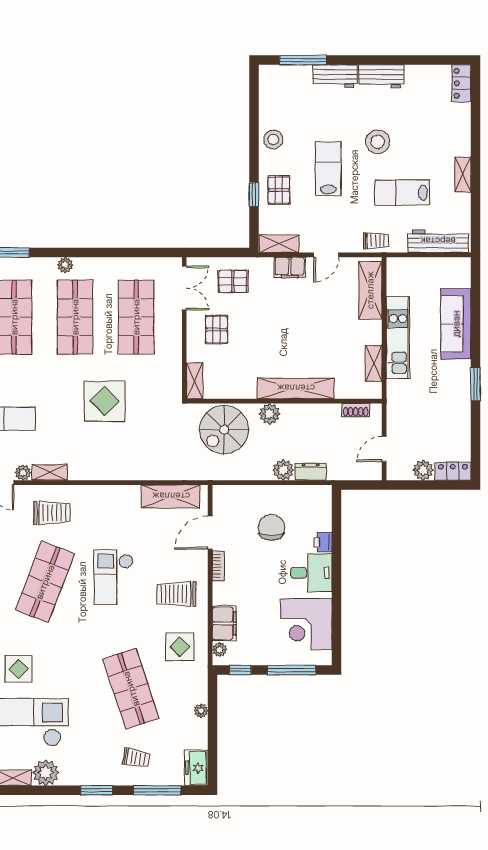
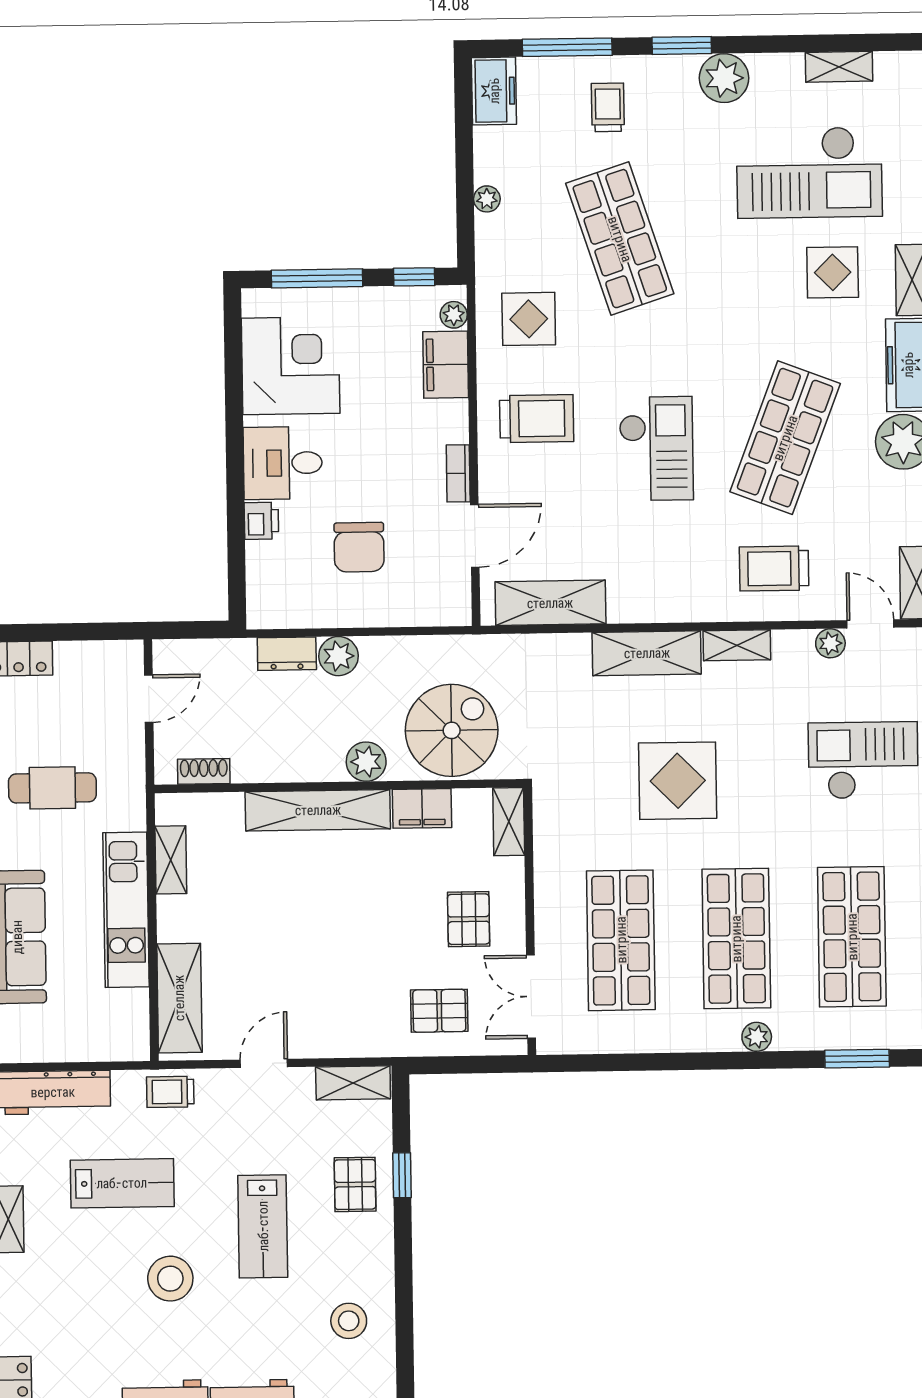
stool: (273, 140) -> (349, 1321), moved
filing cabinet: (290, 267) -> (422, 808), moved, turned 180
cafe table: (436, 403) -> (52, 788), added
shelving: (120, 469) -> (647, 653), added
plant: (423, 470) -> (74, 660), removed
shelving: (50, 472) -> (737, 645), moved
trolley: (136, 758) -> (608, 107), turned 80
plant: (46, 773) -> (724, 78), moved

